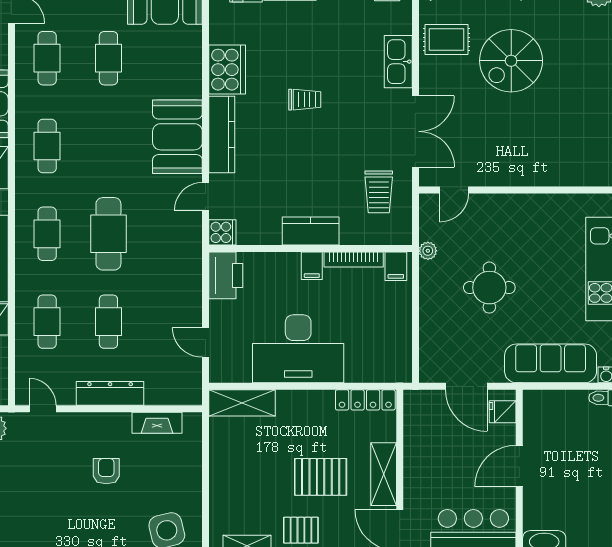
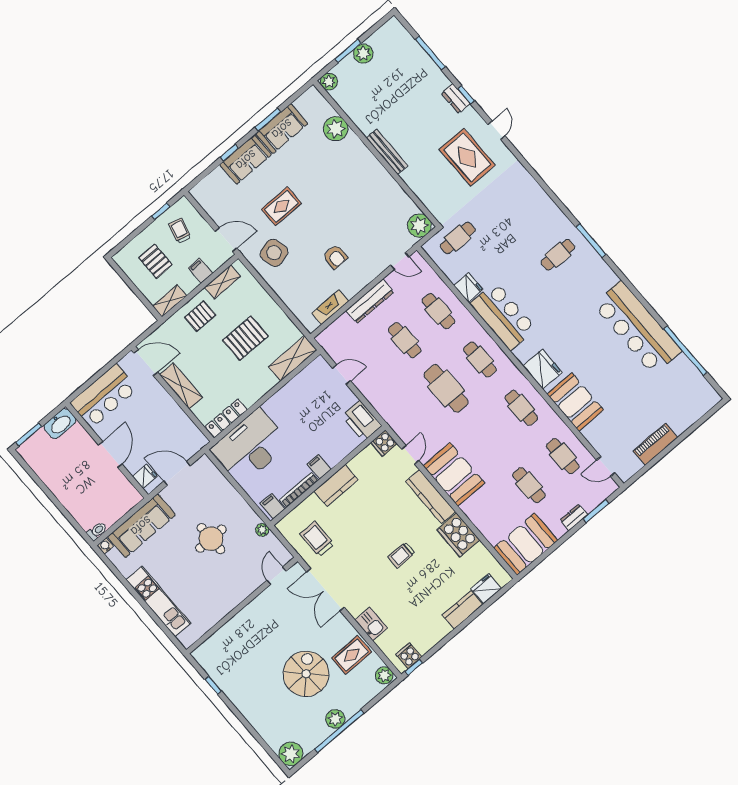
kitchen sink: (398, 62) -> (371, 624), width x0.73
desk: (298, 349) -> (250, 446), moved
pallet: (321, 477) -> (245, 338), moved

